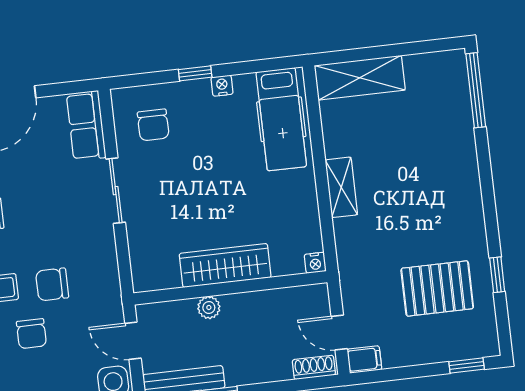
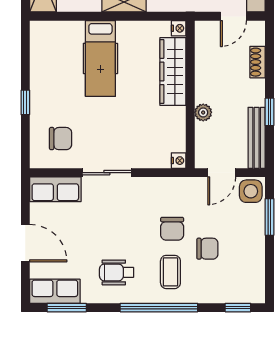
nightstand: (222, 86) -> (179, 161), moved, turned 180
hospital bed: (281, 119) -> (100, 58), moved, turned 90
wardrobe: (225, 265) -> (173, 71), moved
shoe rack: (314, 367) -> (258, 62), moved

